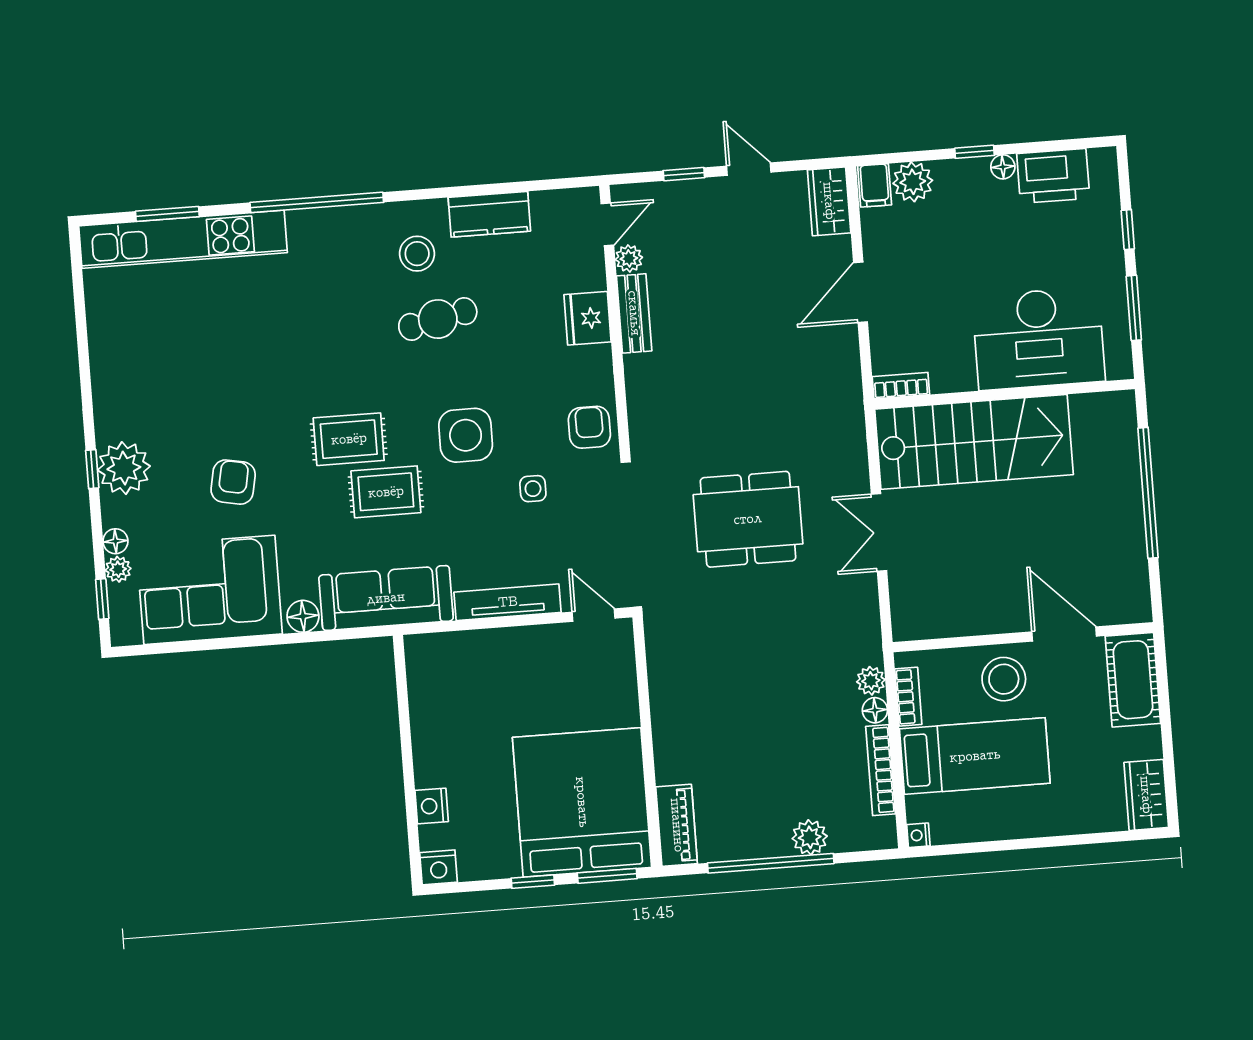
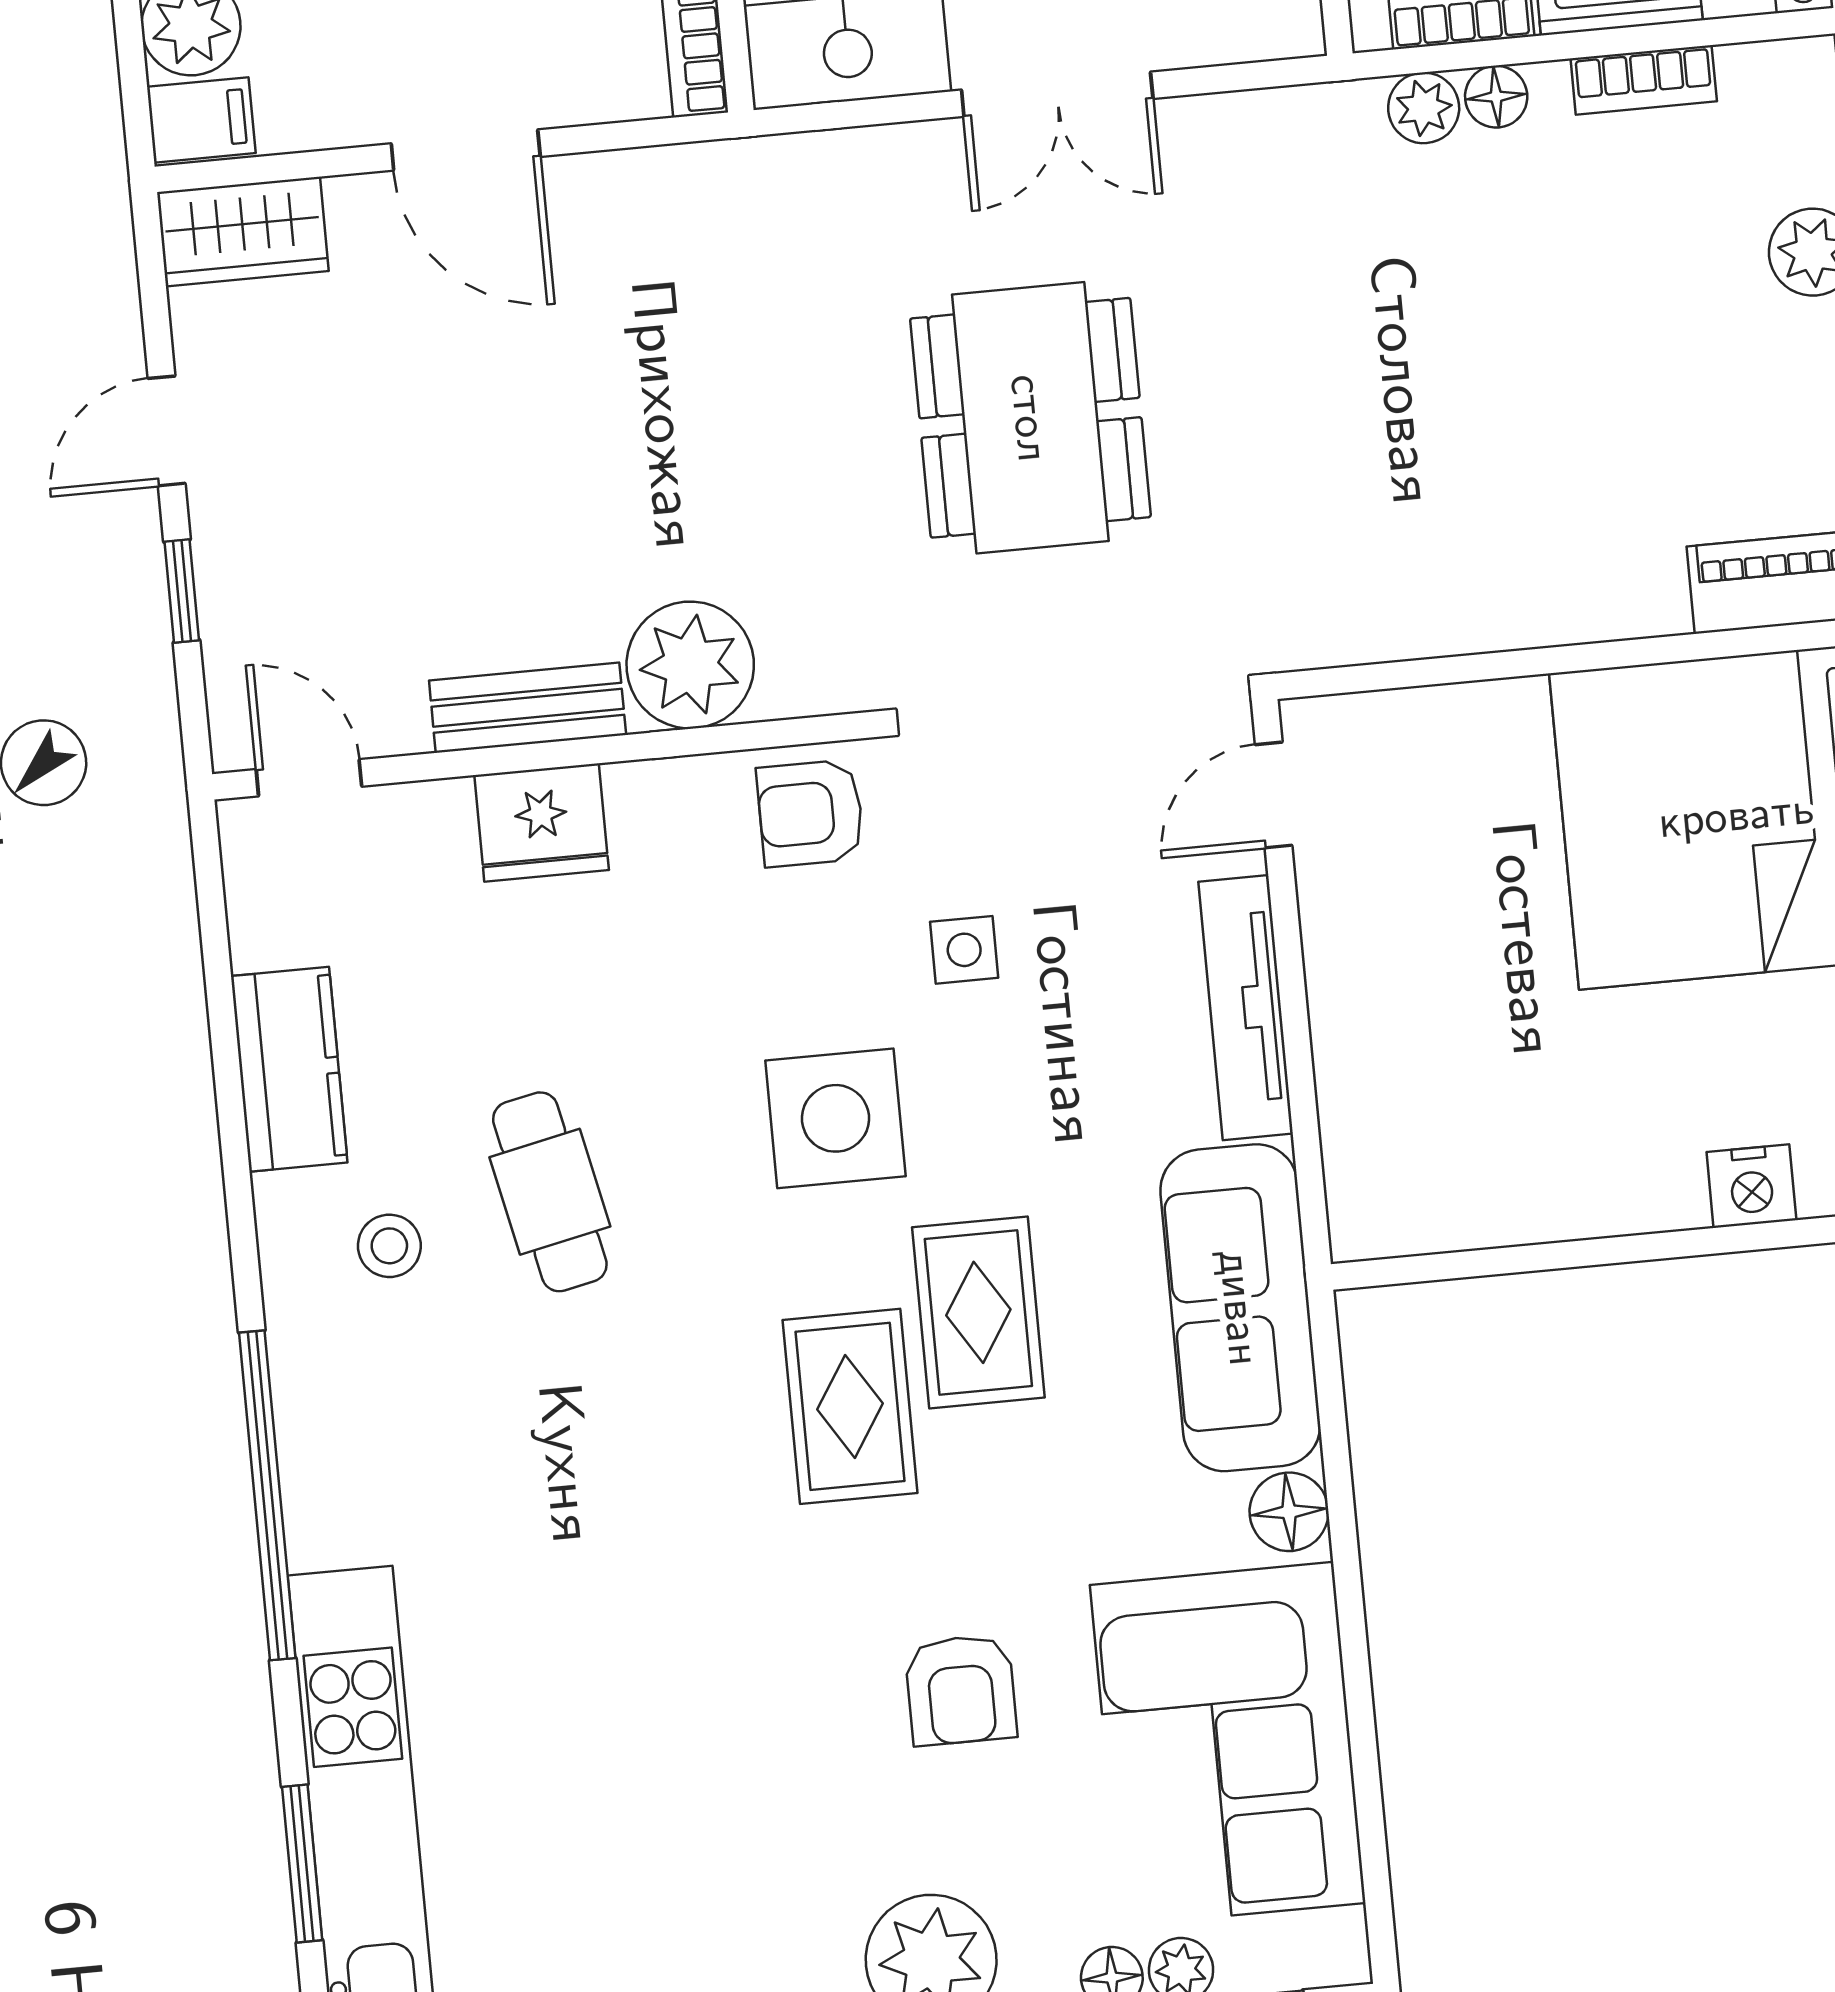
stool: (417, 254) -> (389, 1246), width x0.73, depth x0.73
plant: (629, 258) -> (690, 665), moved, width x1.88, depth x1.88
armchair: (233, 482) -> (961, 1690), turned -101
bookcase: (881, 770) -> (1644, 80), width x0.64

